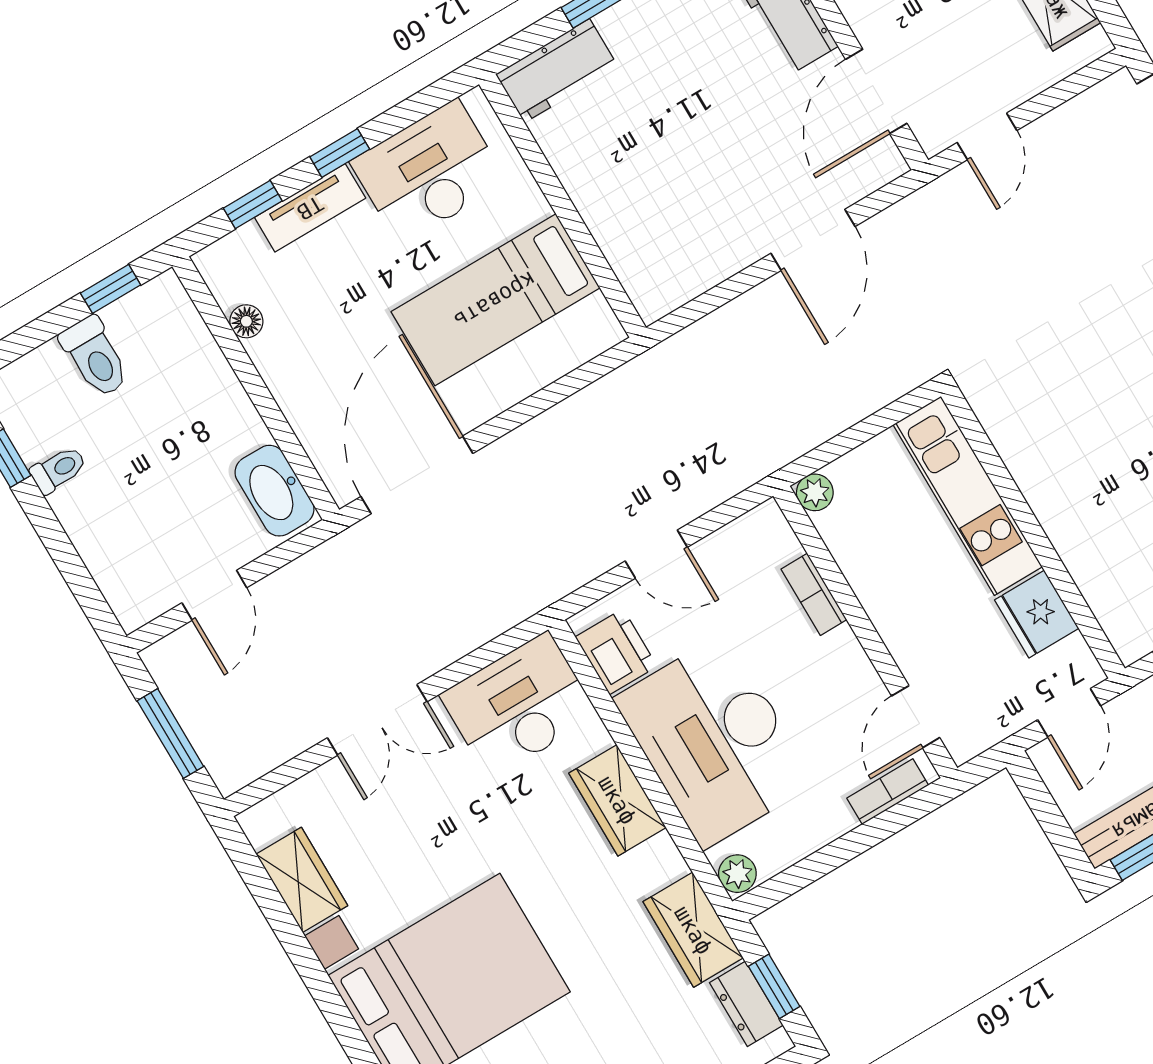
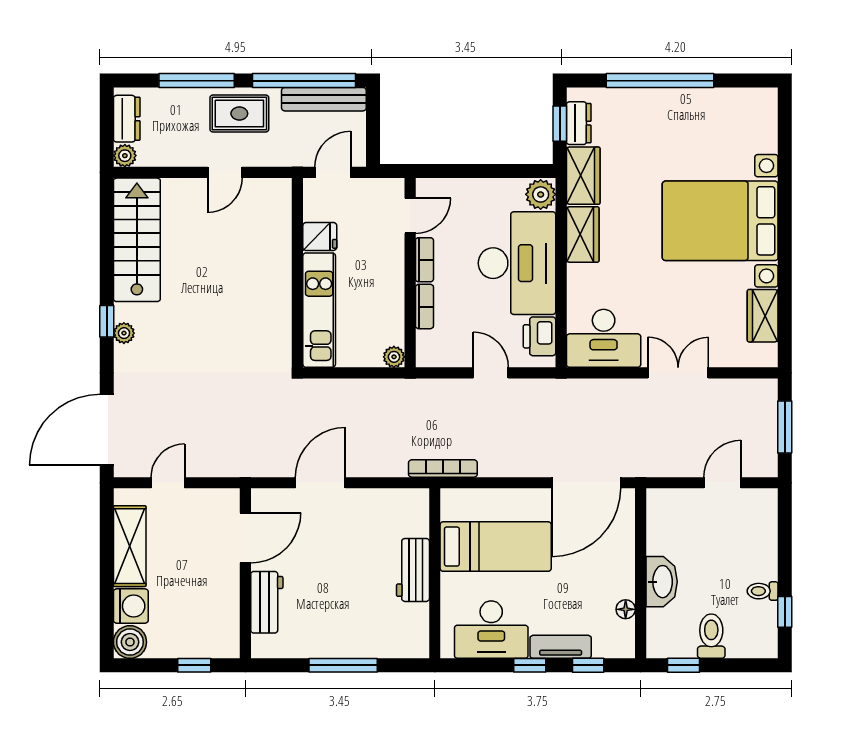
workbench: (557, 71) -> (413, 570), moved, turned -90
door: (987, 136) -> (168, 483), moved
bookcase: (643, 369) -> (443, 468), added
washbasin: (274, 491) -> (662, 582), moved
fridge: (1037, 614) -> (320, 236), width x0.72
bookcase: (888, 792) -> (424, 260), moved, turned -90
wardrobe: (617, 800) -> (583, 235), moved
plant: (737, 874) -> (541, 194), width x1.38, depth x1.38

